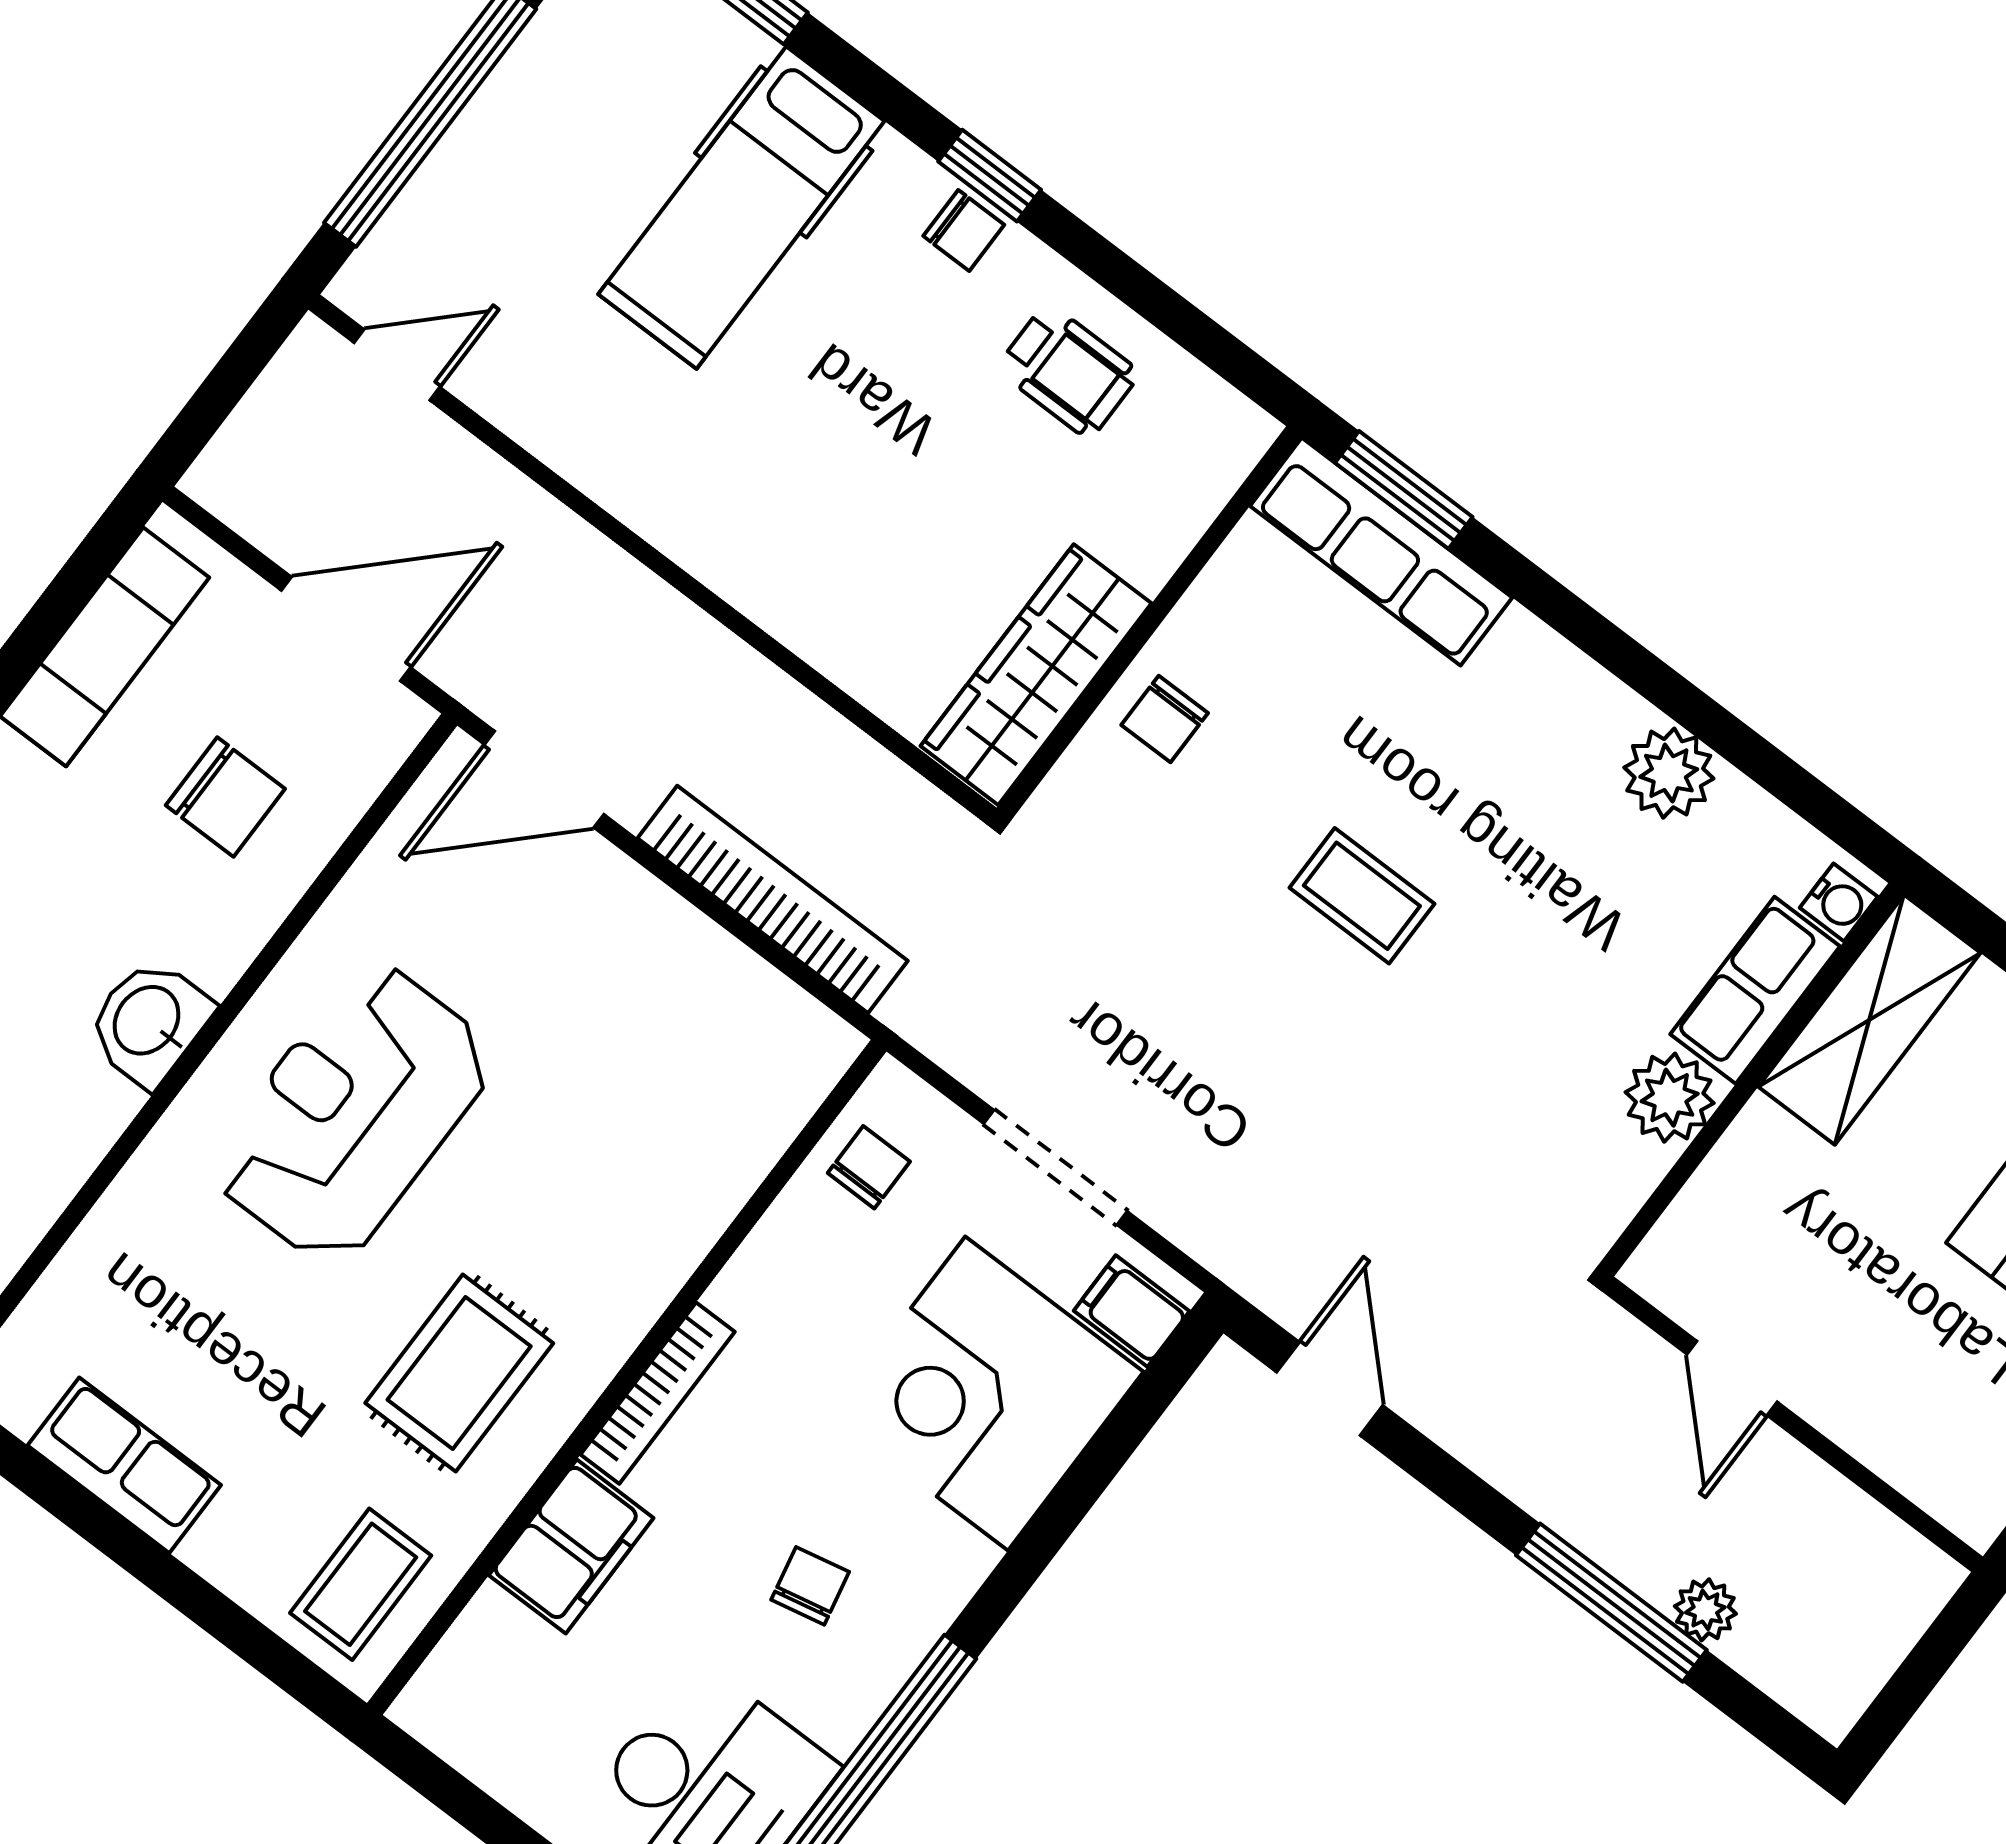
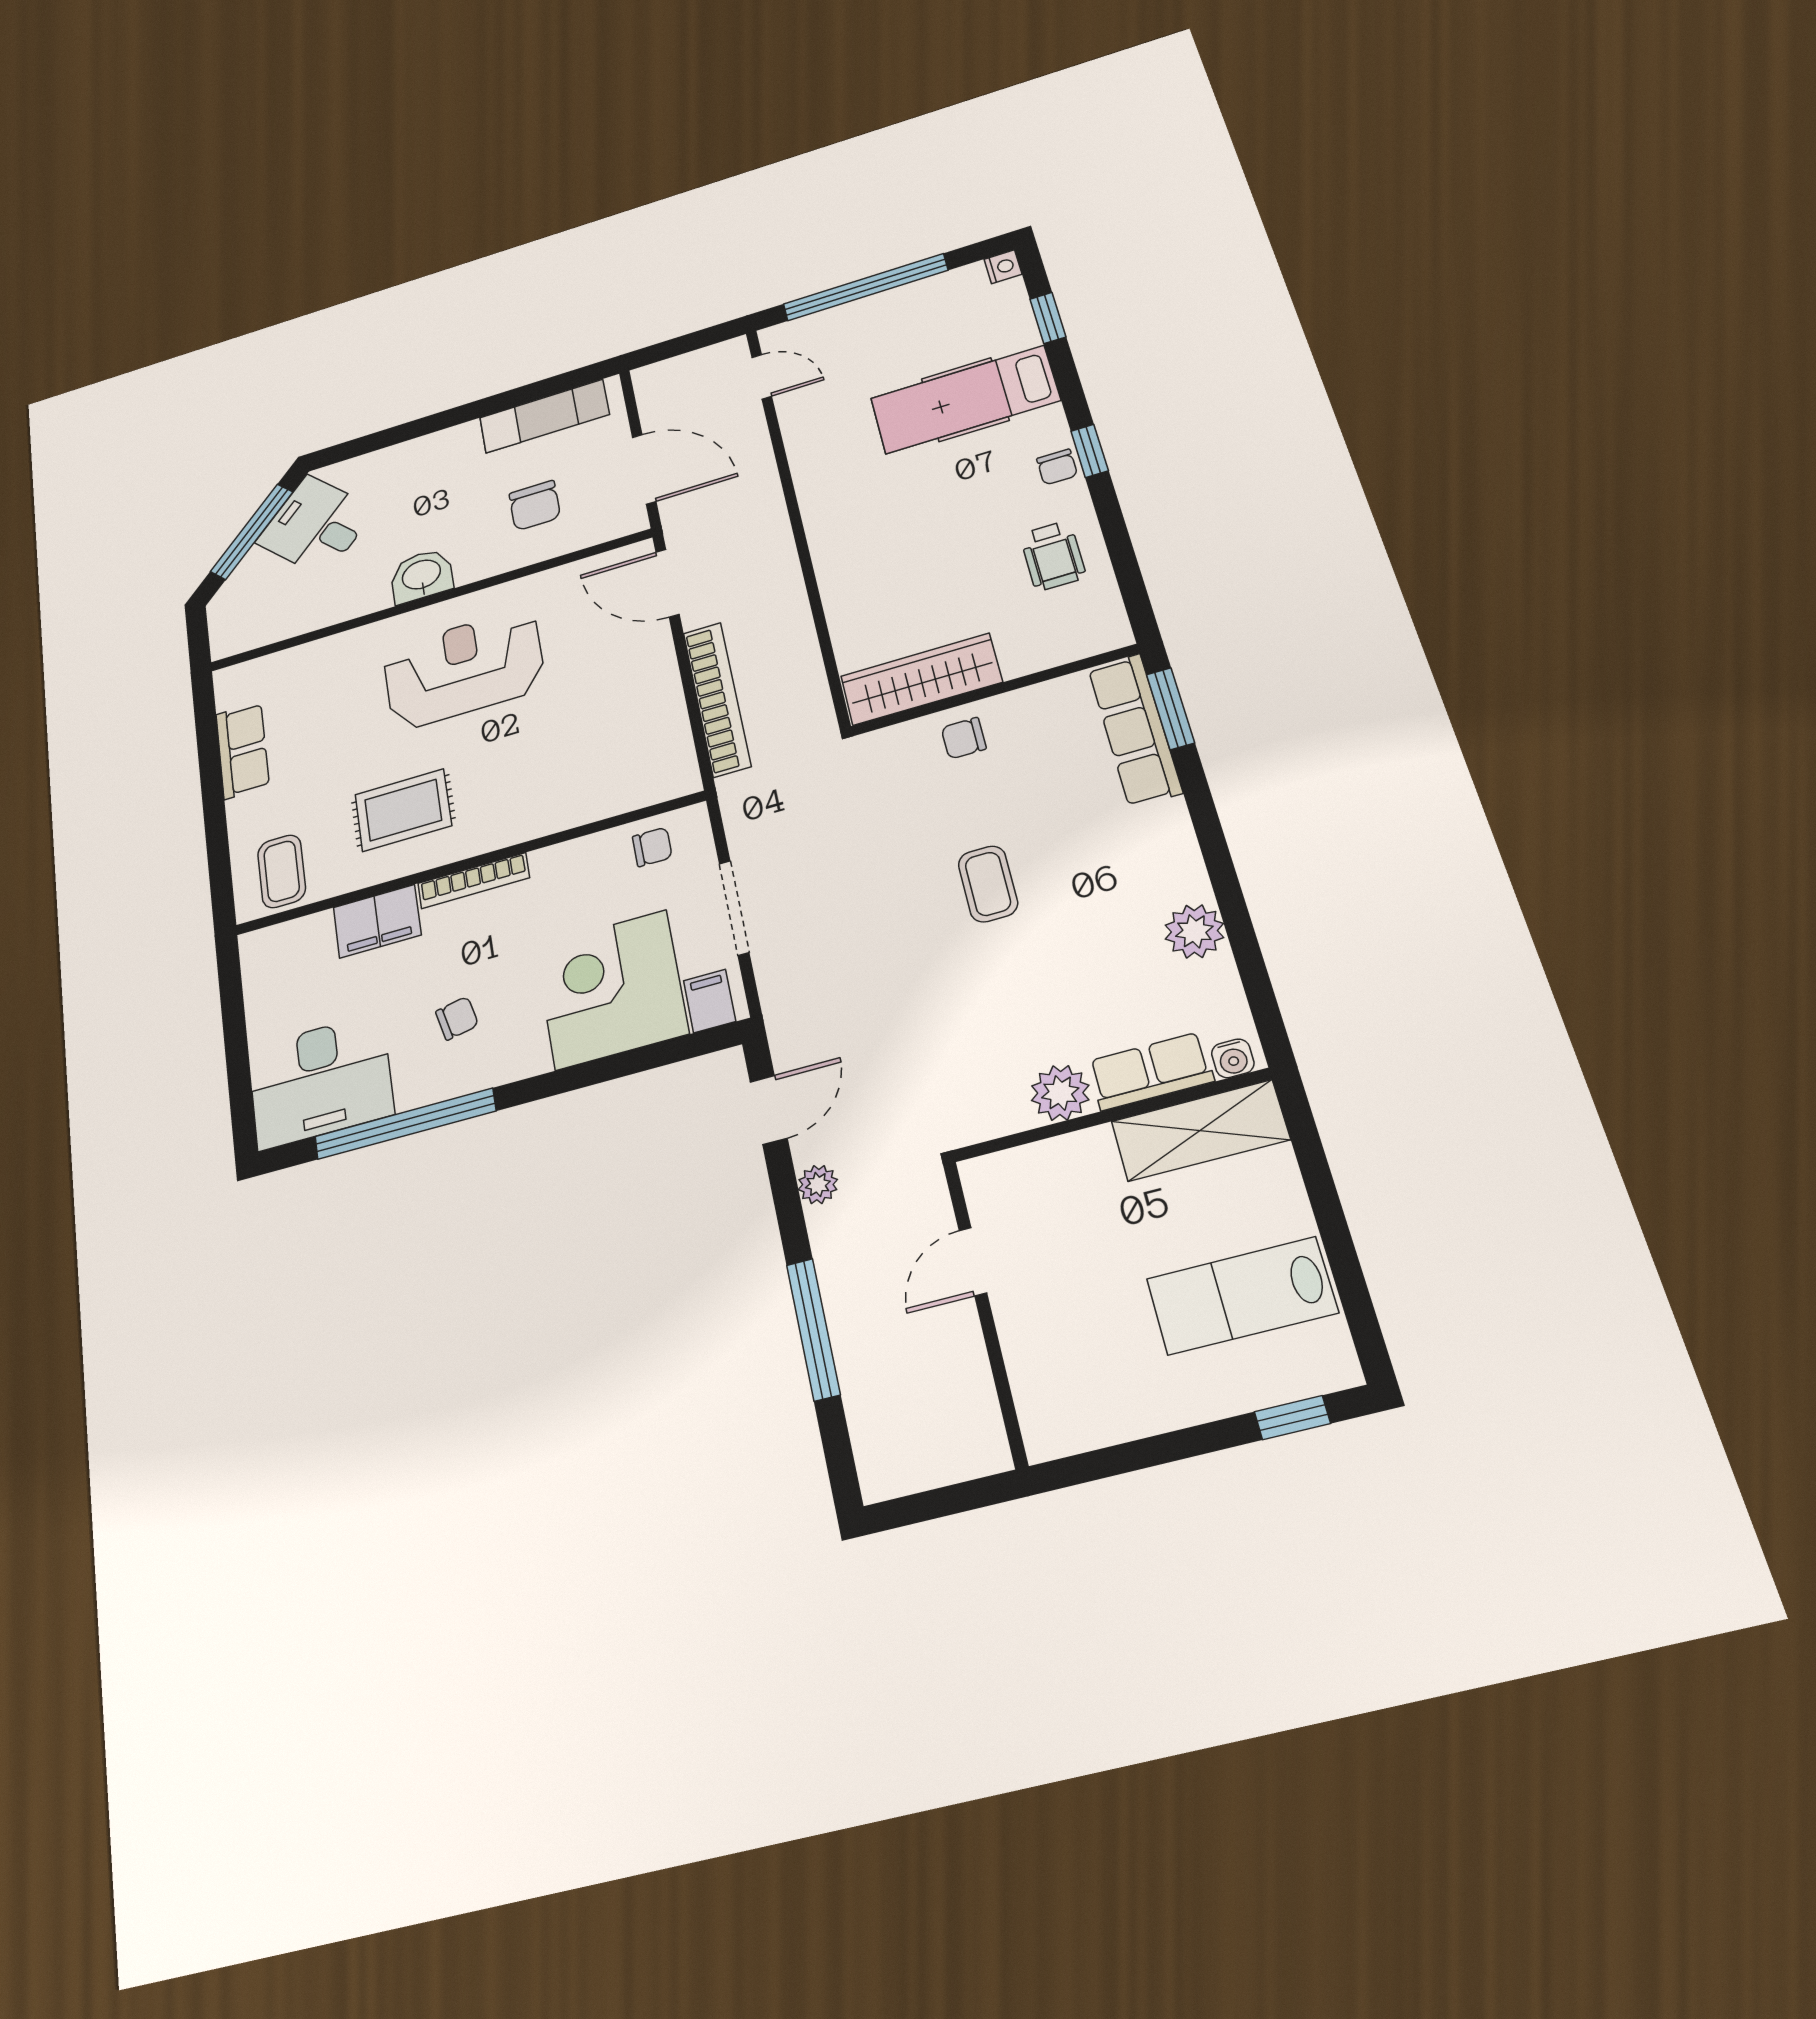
coffee table: (361, 1584) -> (282, 871), turned 90
plant: (1705, 1610) -> (818, 1185), moved

